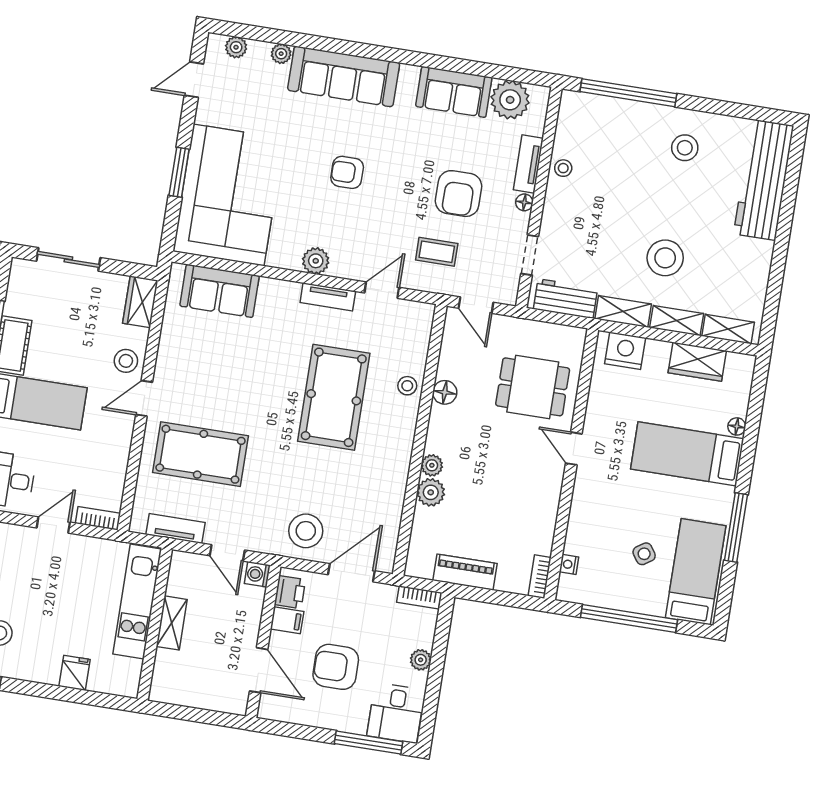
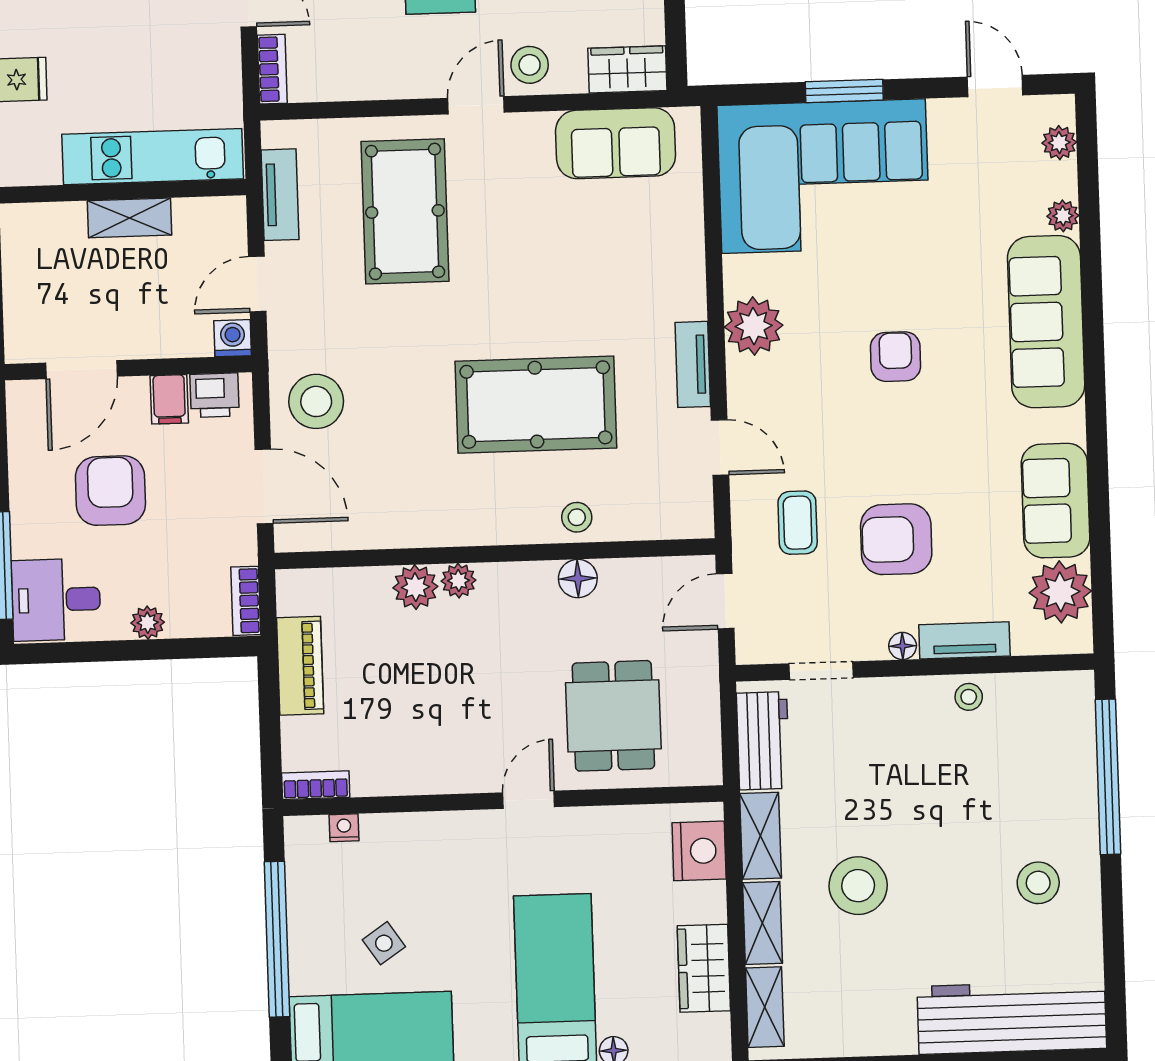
plant: (316, 261) -> (754, 326), width x1.36, depth x1.36
sofa: (220, 291) -> (616, 143), moved, turned -90
door: (144, 398) -> (476, 105), hinge flipped

